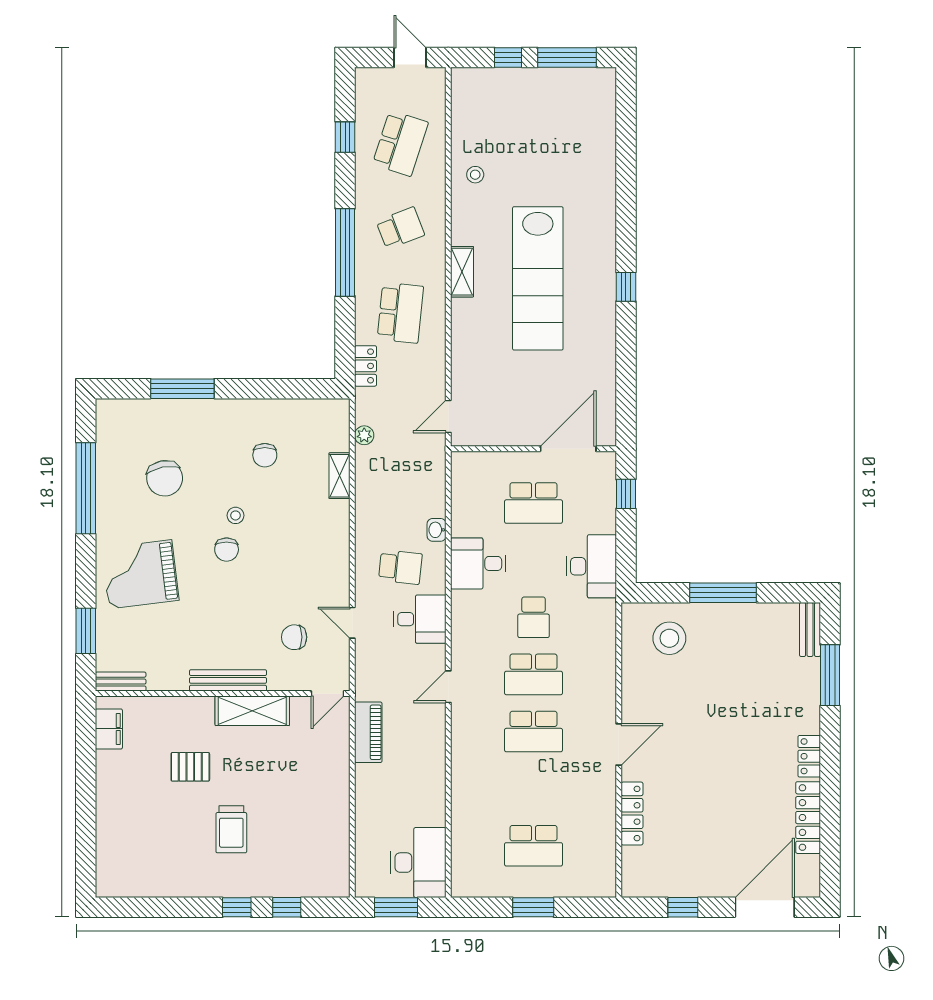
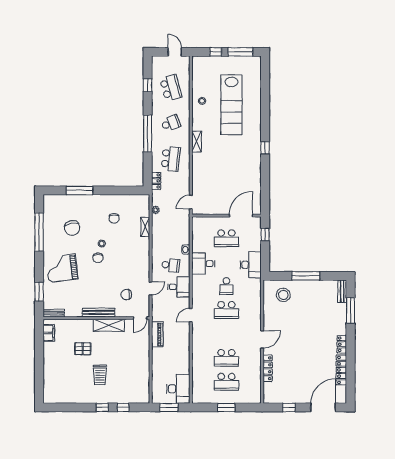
school desk: (400, 143) -> (171, 88), turned -33
lab bench: (538, 278) -> (231, 105), moved
door: (352, 623) -> (151, 288), swing flipped
school desk: (534, 732) -> (226, 358), moved

